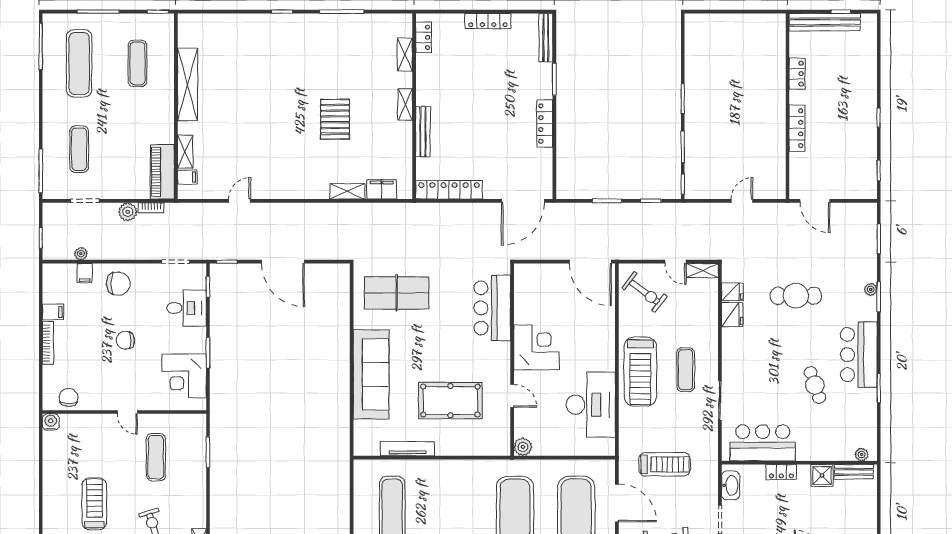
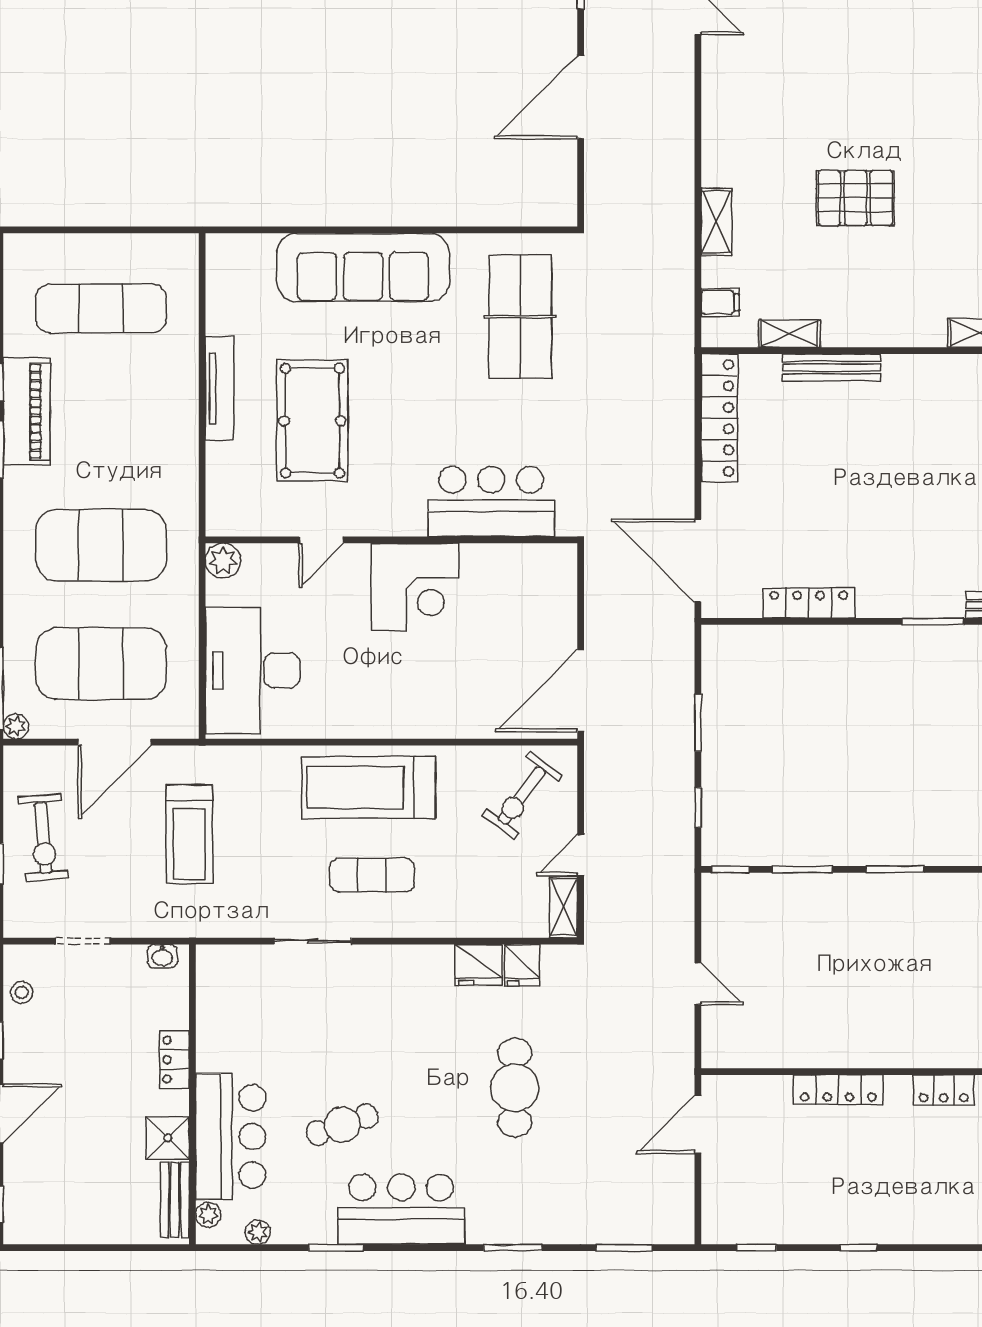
shelving: (405, 104) -> (789, 334), moved
locker: (545, 124) -> (809, 603), moved
filing cabinet: (382, 189) -> (720, 302), width x0.50
plant: (871, 289) -> (258, 1232), moved
desk: (591, 405) -> (253, 670), moved, turned 90
bar counter: (763, 443) -> (231, 1136), moved
tv unit: (407, 449) -> (220, 388), moved
washbasin: (731, 485) -> (162, 956), width x0.52, depth x0.69

